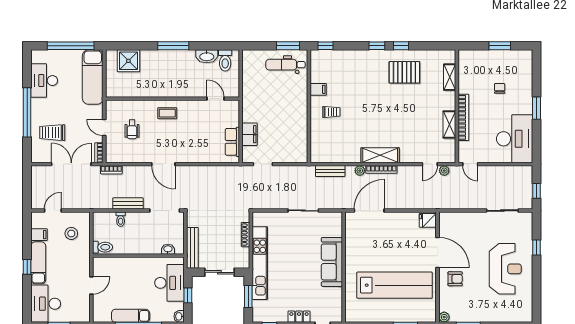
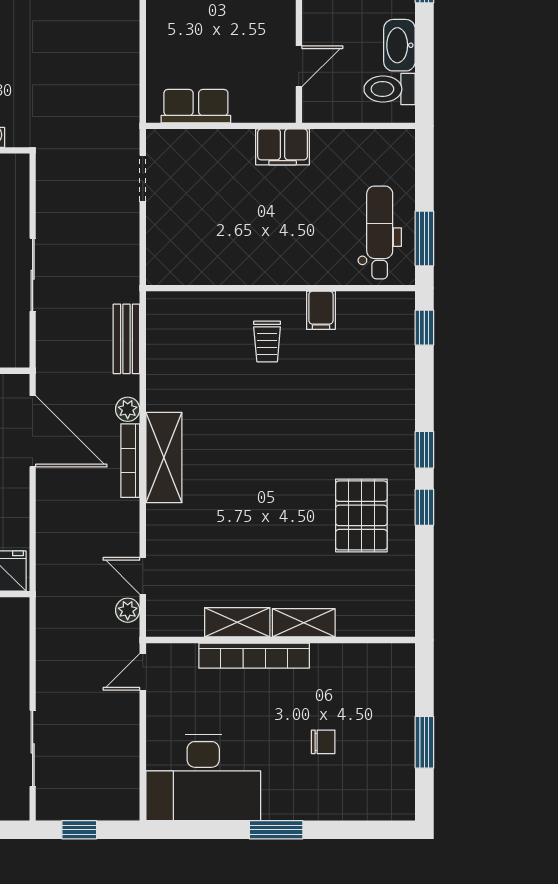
shelving: (450, 77) -> (304, 623), moved
filing cabinet: (249, 134) -> (283, 147), moved

